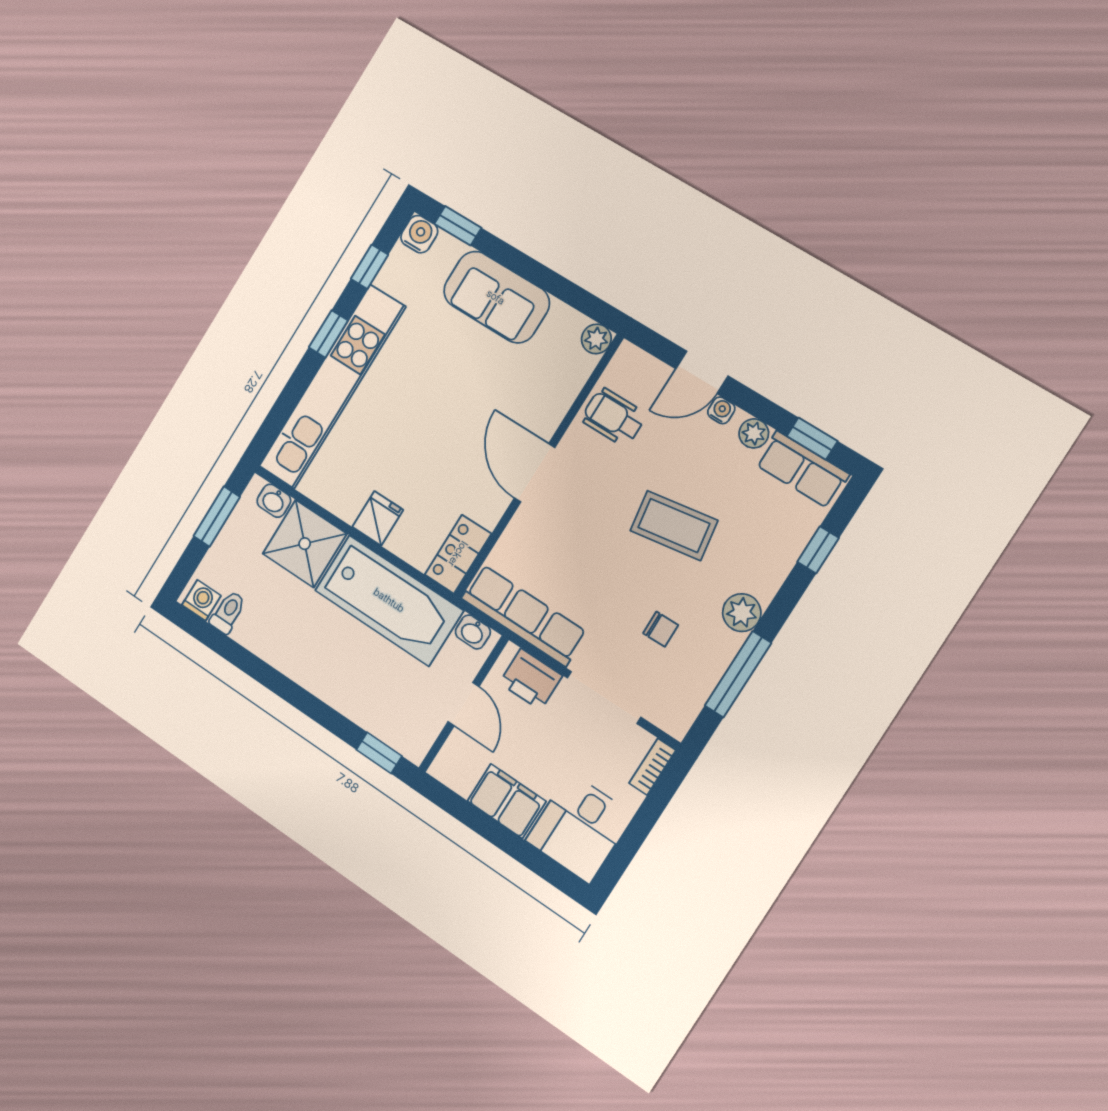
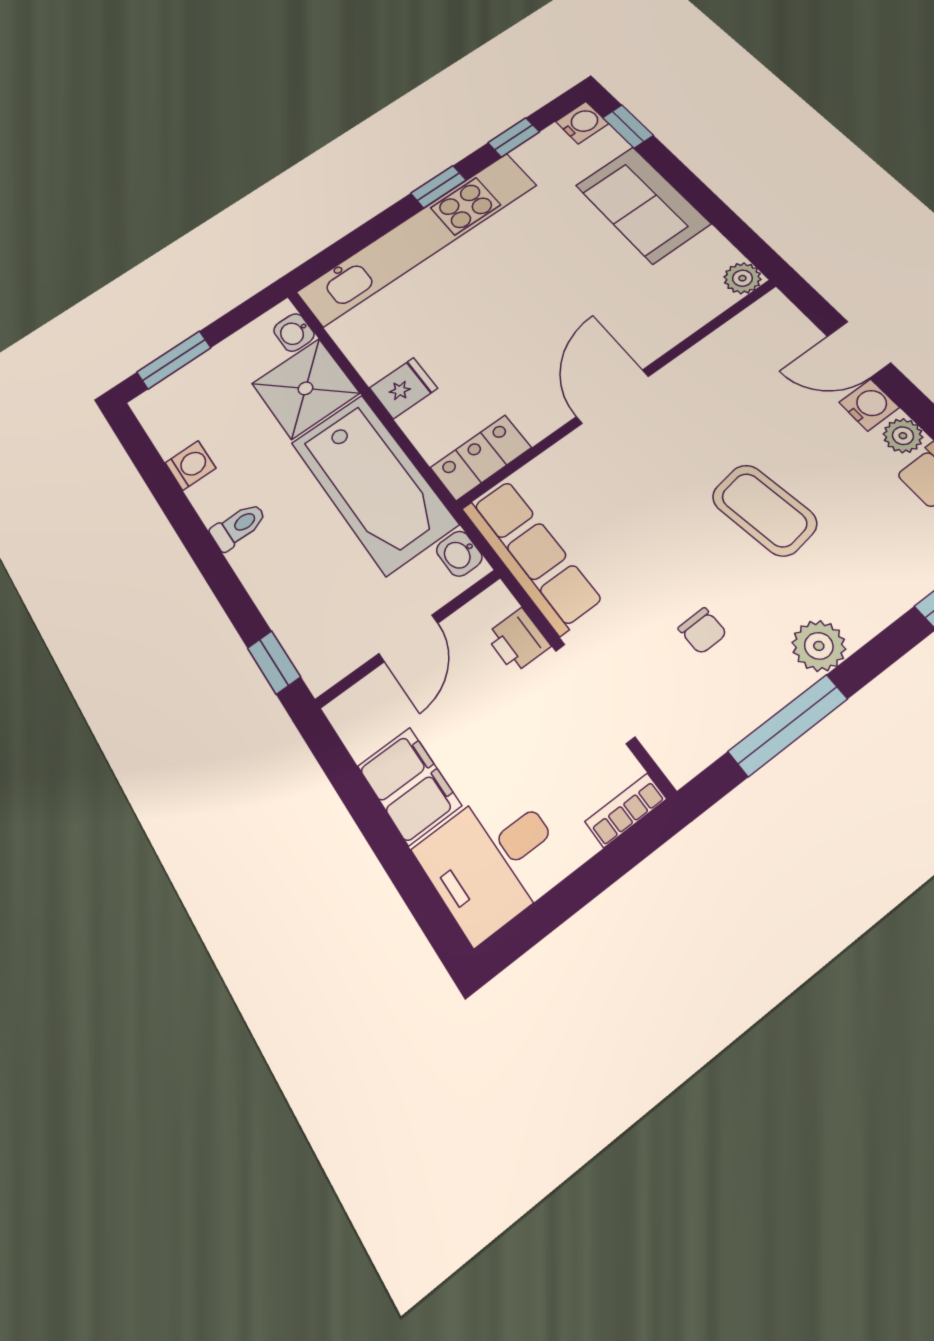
water cooler: (721, 410) -> (869, 405), width x1.38, depth x1.38
wheelchair: (613, 417) -> (732, 365), removed
window: (217, 516) -> (174, 360), moved
washing machine: (201, 600) -> (191, 465), moved
toilet: (228, 612) -> (238, 526), moved
printer: (531, 679) -> (518, 640), width x0.73, depth x0.81

